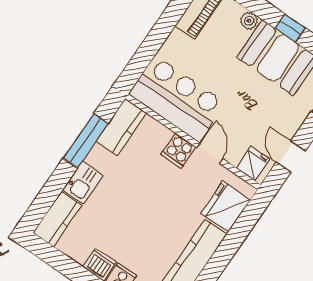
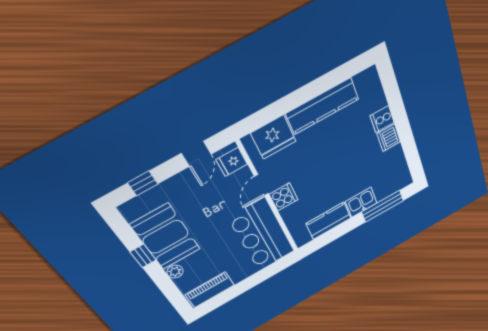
kitchen counter: (121, 127) -> (329, 221), moved
window: (86, 141) -> (383, 206), moved
kitchen counter: (57, 219) -> (393, 184), removed

